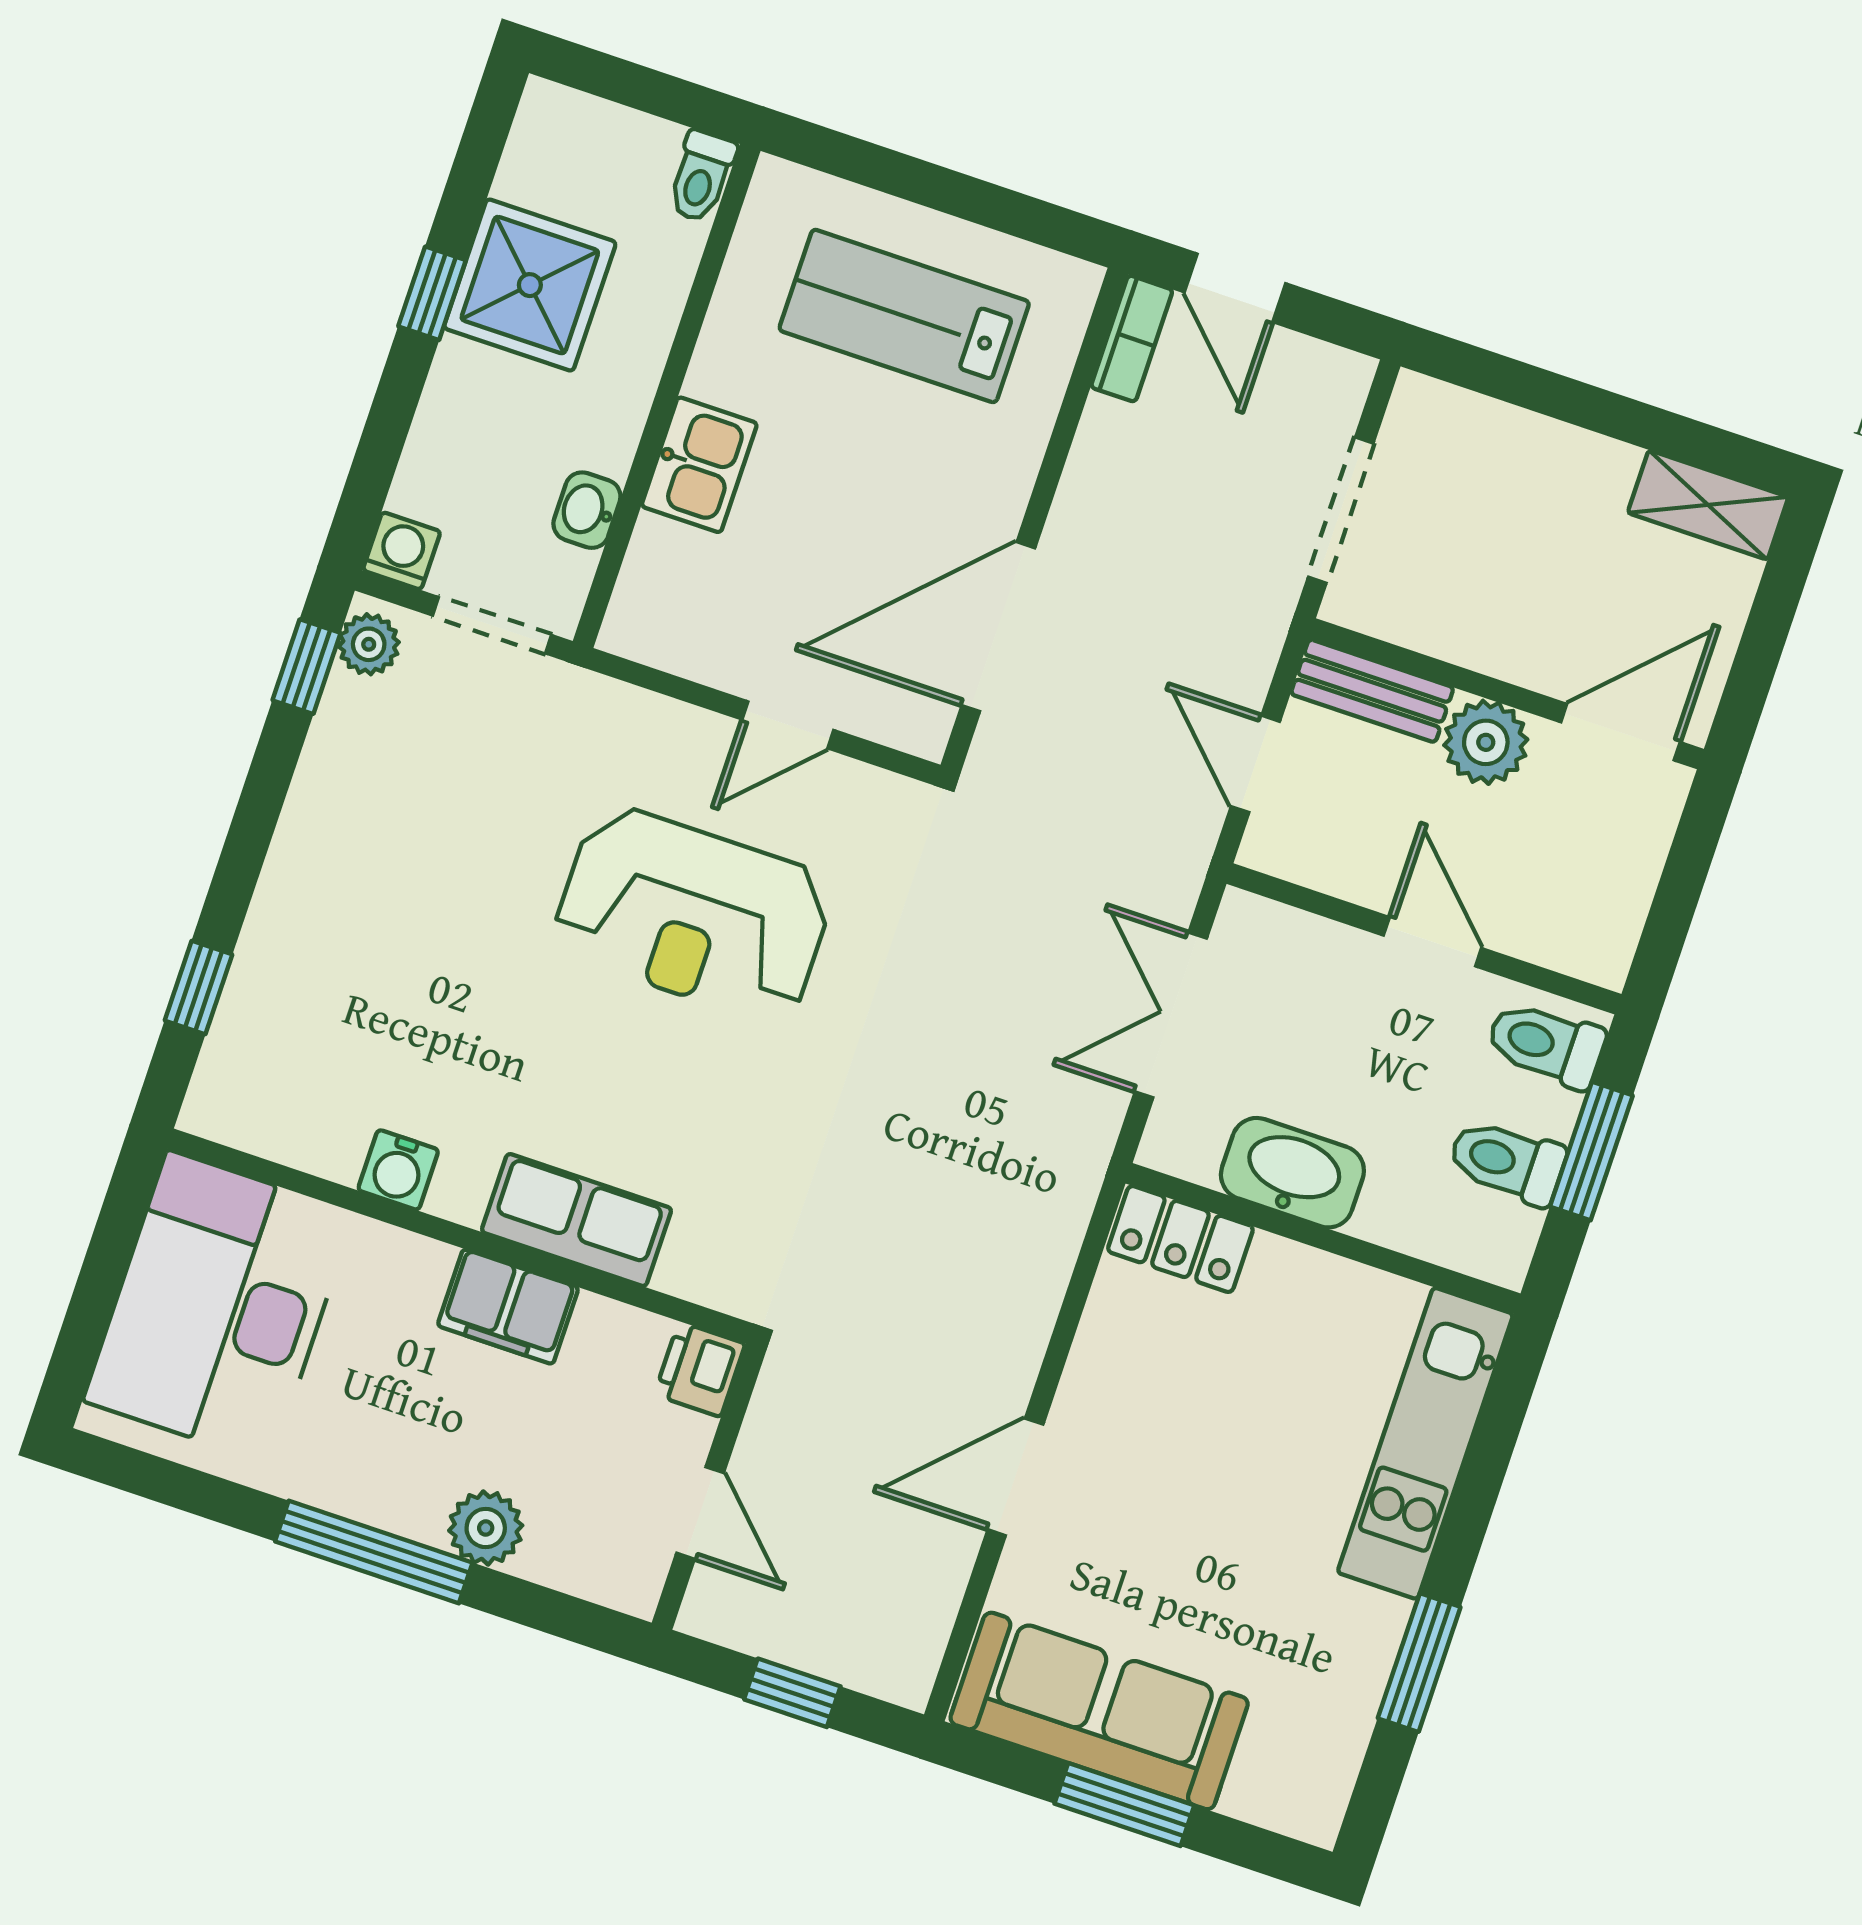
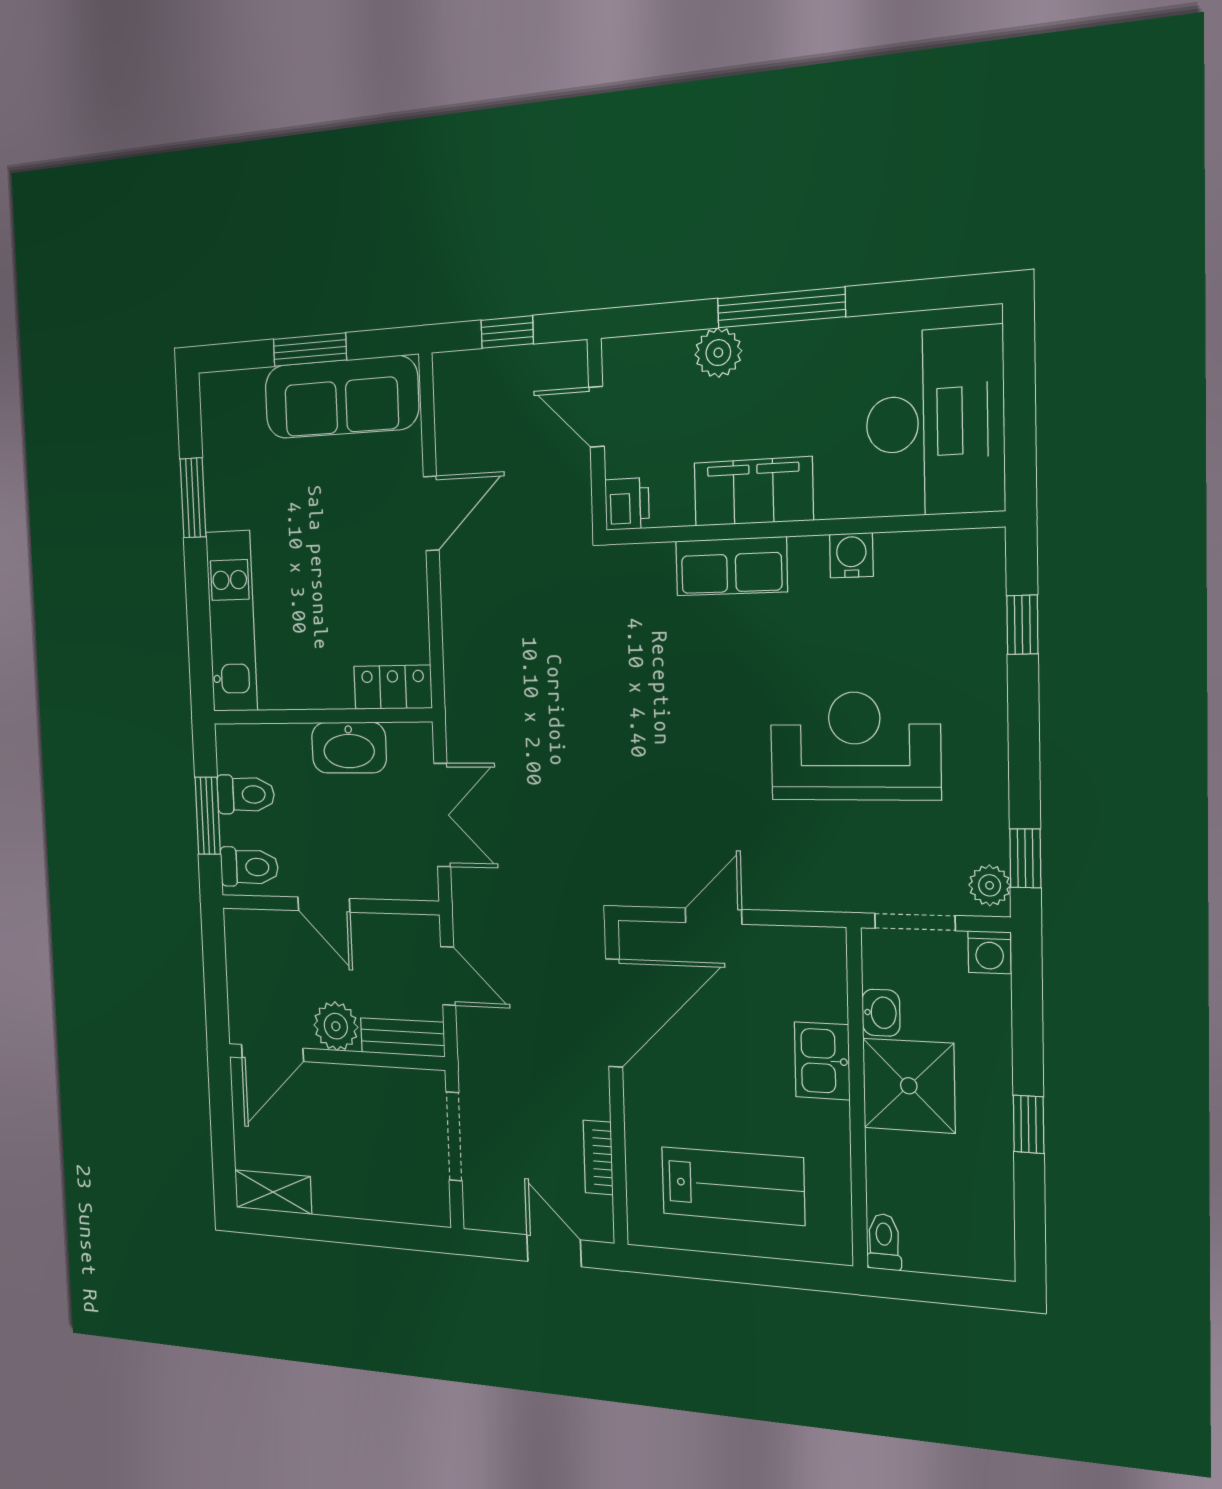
shower: (530, 285) -> (909, 1086), moved
bookcase: (1132, 339) -> (598, 1157), moved
reception desk: (693, 914) -> (855, 746), moved
filing cabinet: (508, 1307) -> (753, 492), width x1.50, depth x1.17

